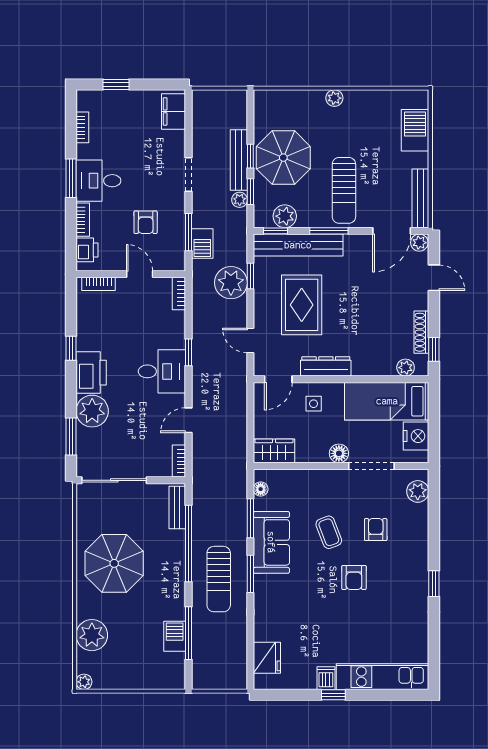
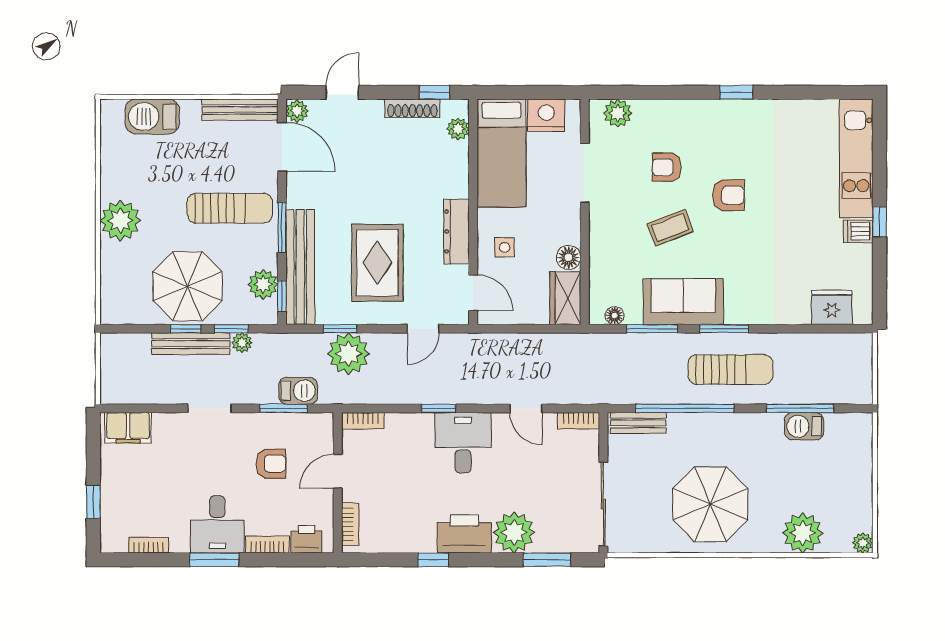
plant: (334, 98) -> (120, 220), width x1.87, depth x1.87
rug: (302, 305) -> (377, 263), turned 90
floor lamp: (339, 453) -> (569, 257), moved

